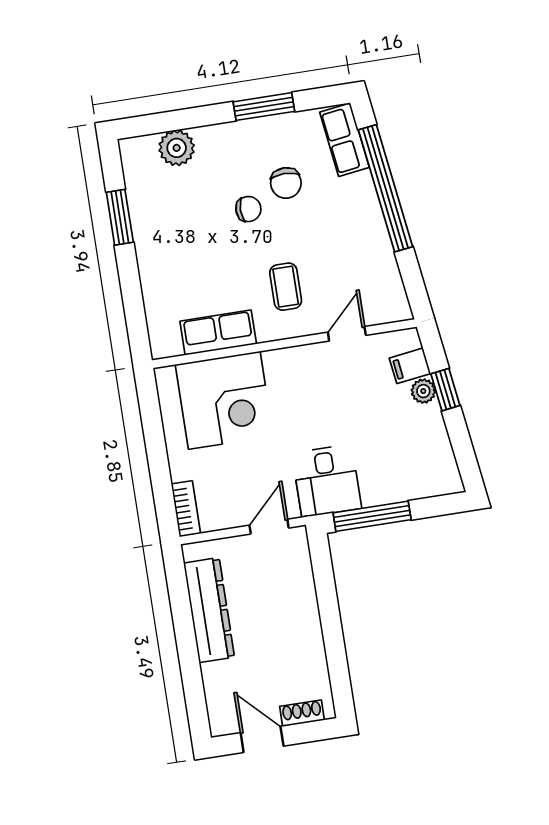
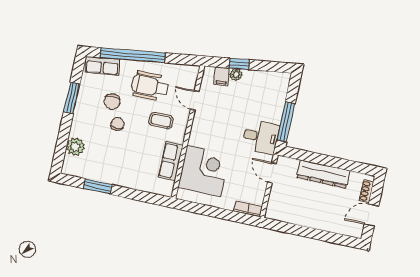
chair: (286, 183) -> (112, 102), turned 90
wheelchair: (341, 241) -> (150, 86), added
dresser: (209, 610) -> (323, 174), moved, turned 180

